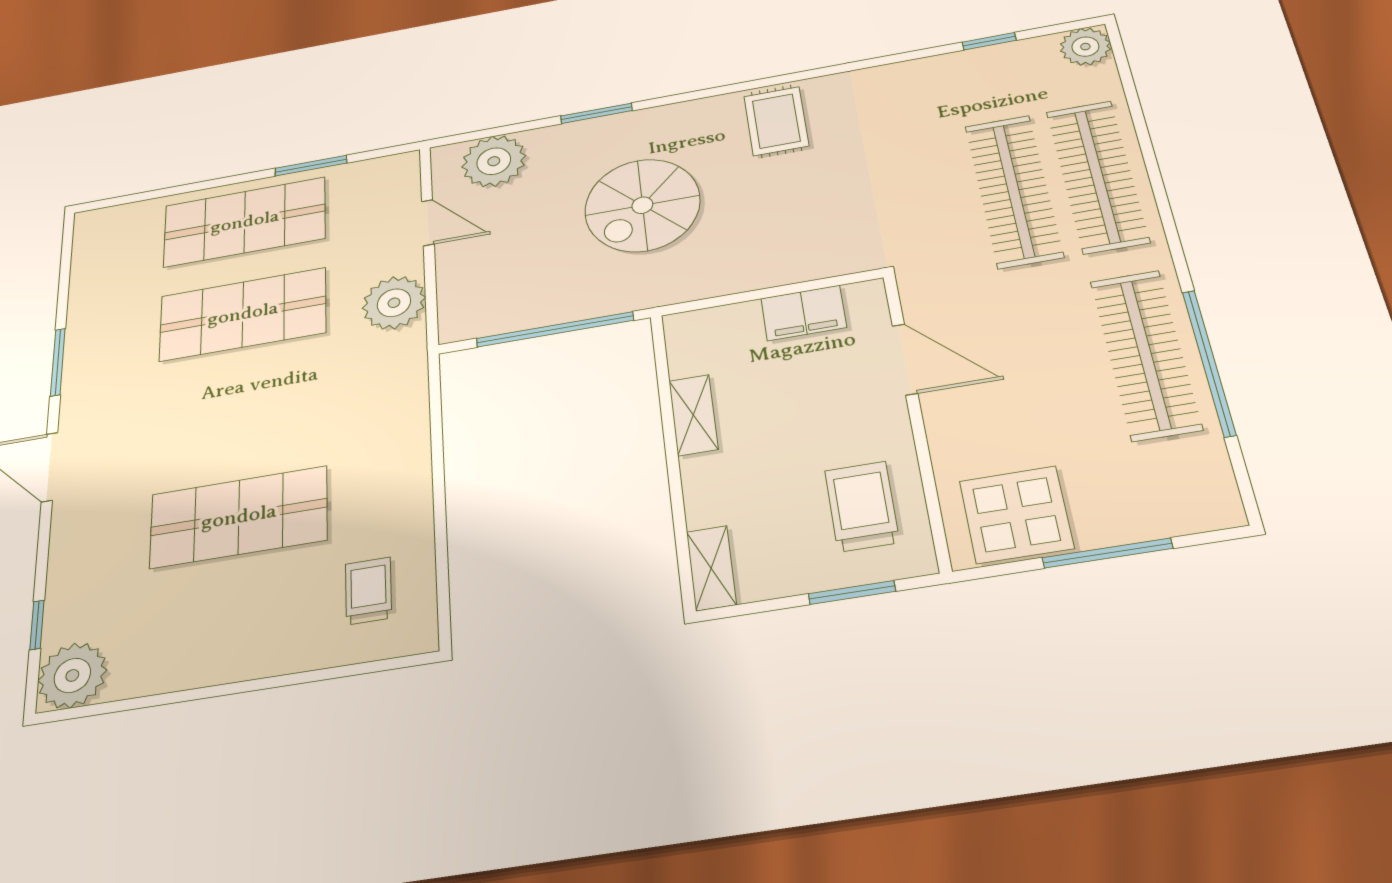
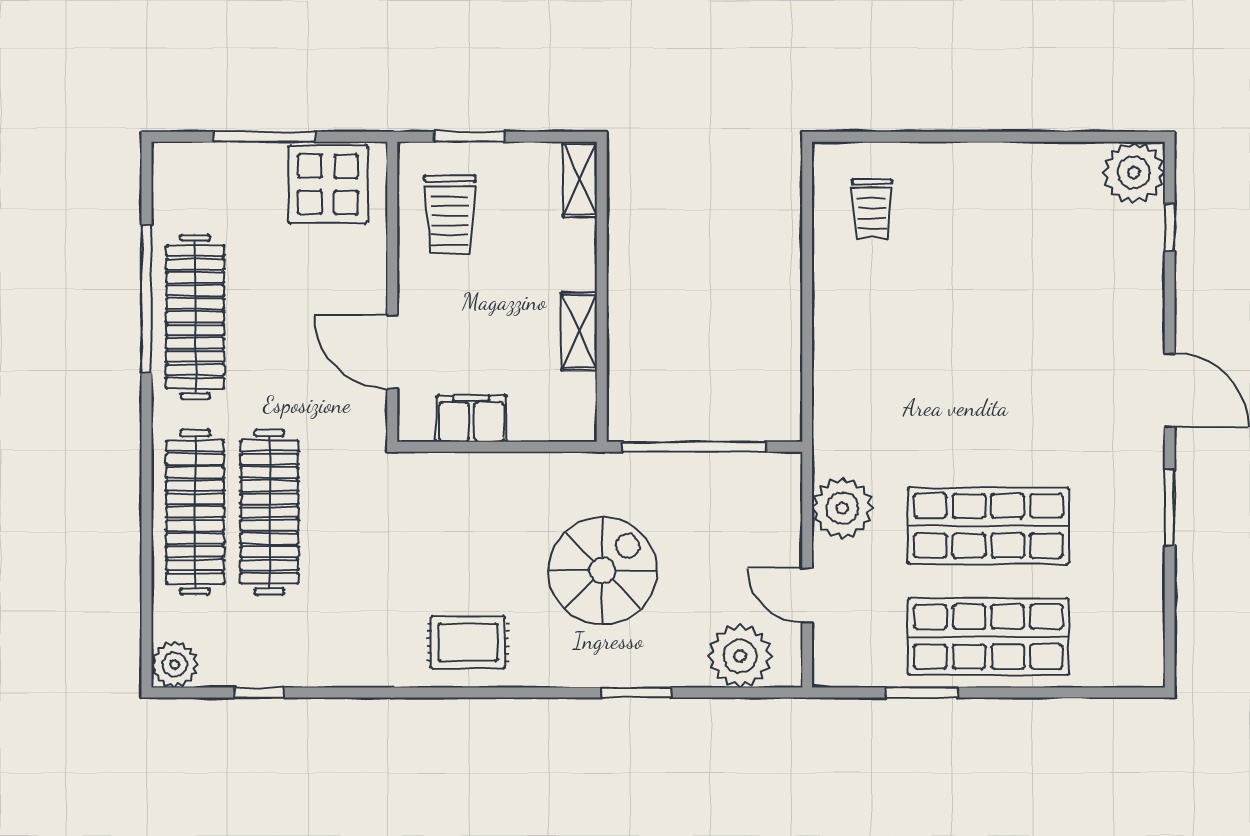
rug: (776, 121) -> (468, 642), turned 90
shop shelf: (239, 517) -> (988, 304), removed

